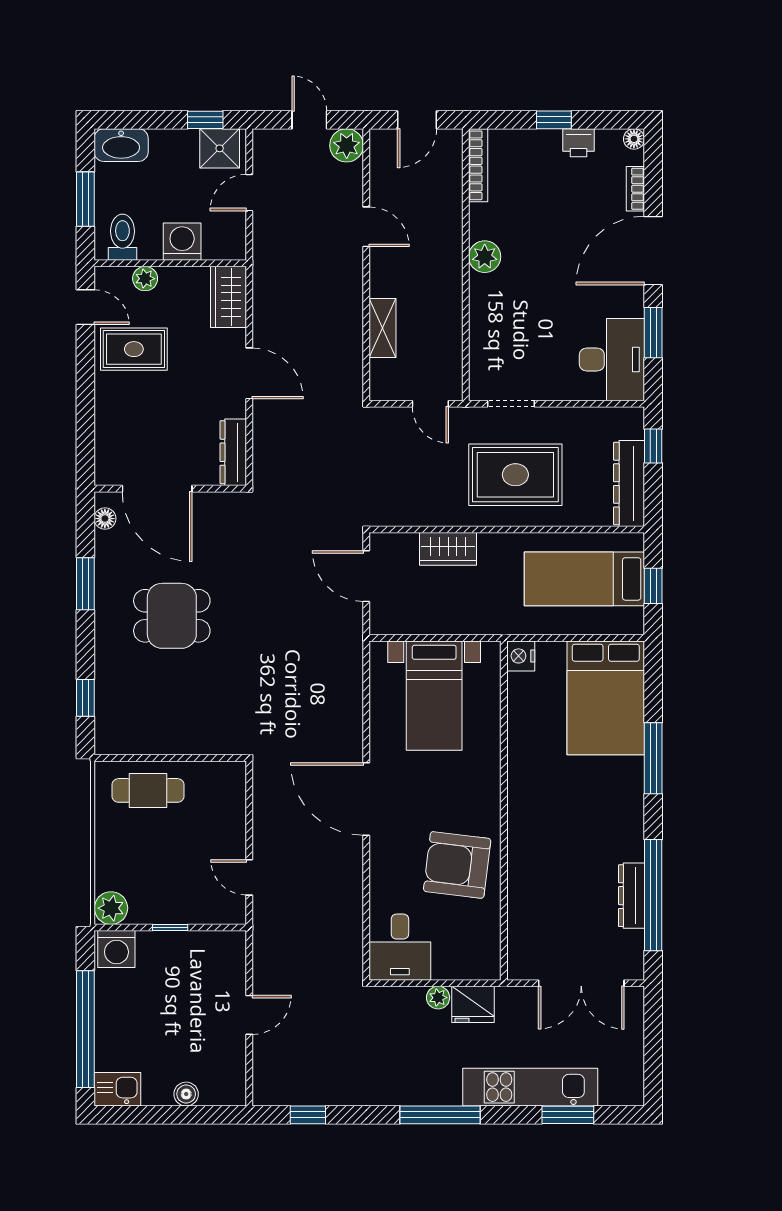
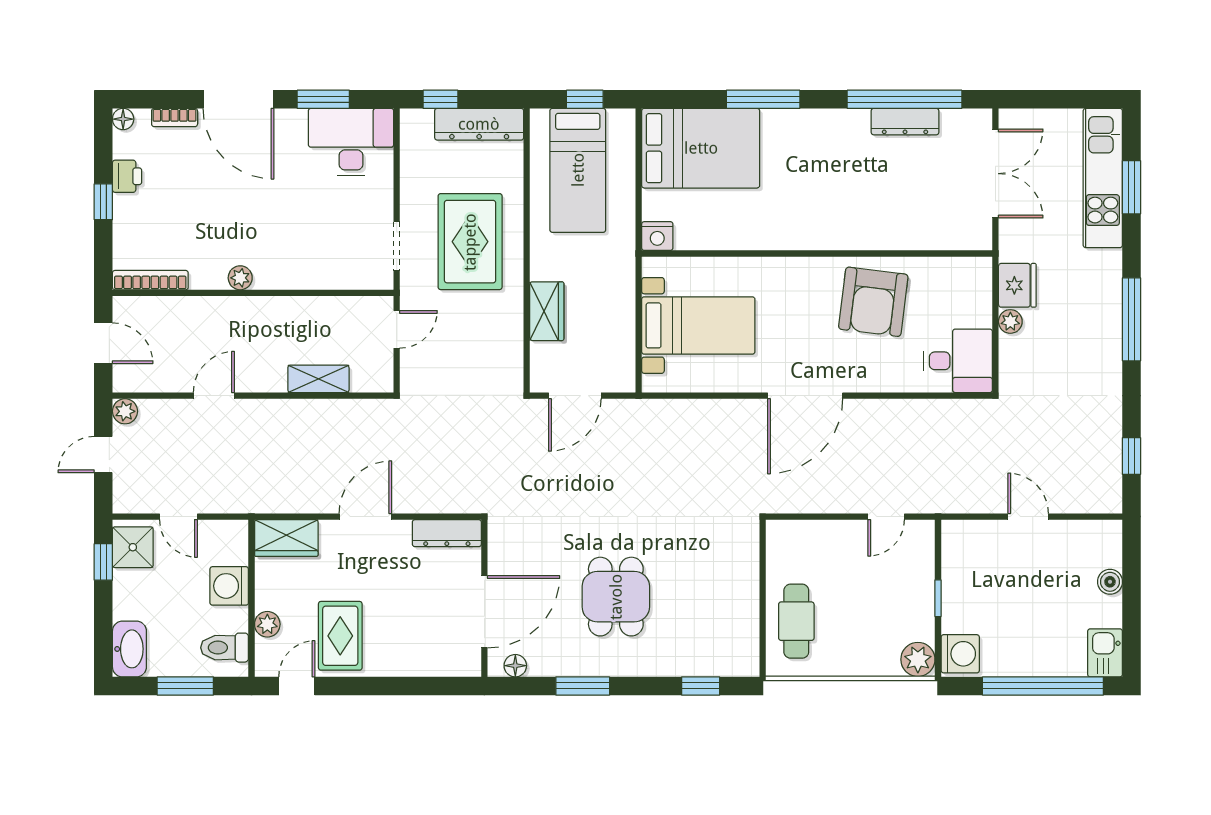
plant: (347, 145) -> (125, 411), width x0.73, depth x0.73
plant: (485, 257) -> (240, 278), width x0.73, depth x0.73
kitchen unit: (530, 1087) -> (1103, 178), moved

